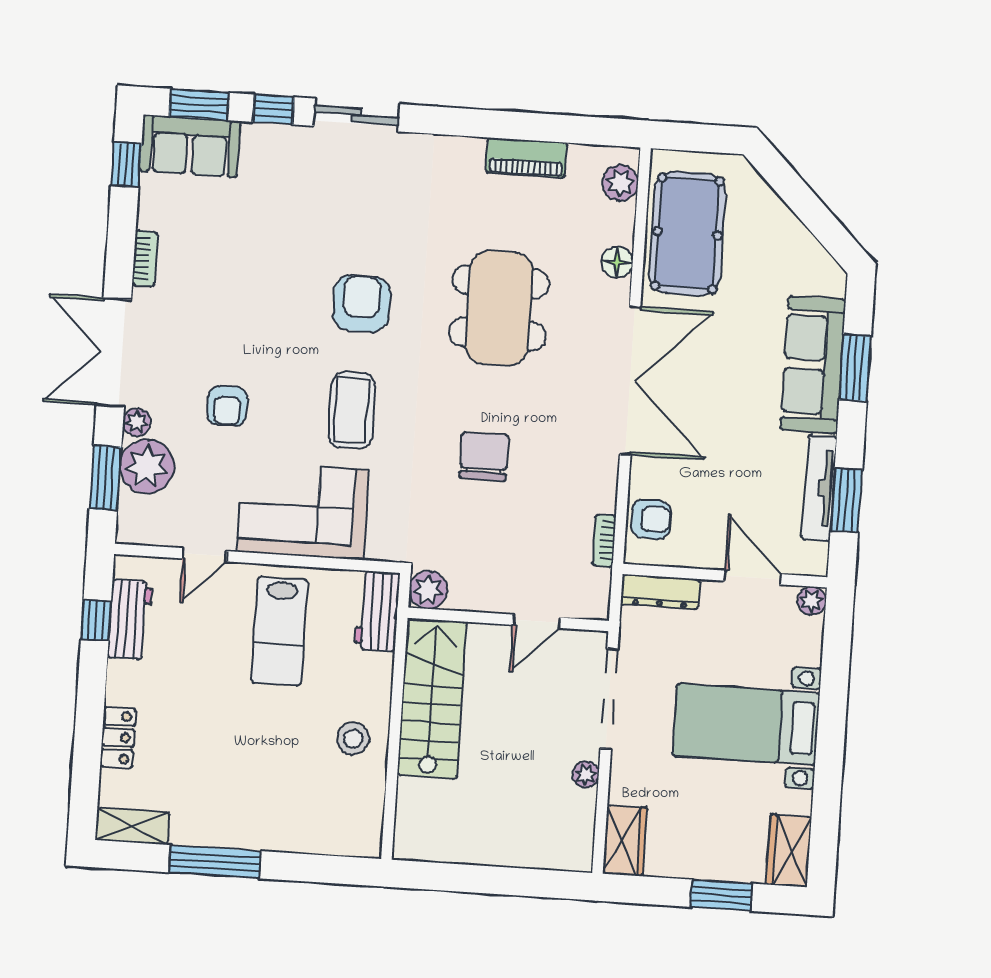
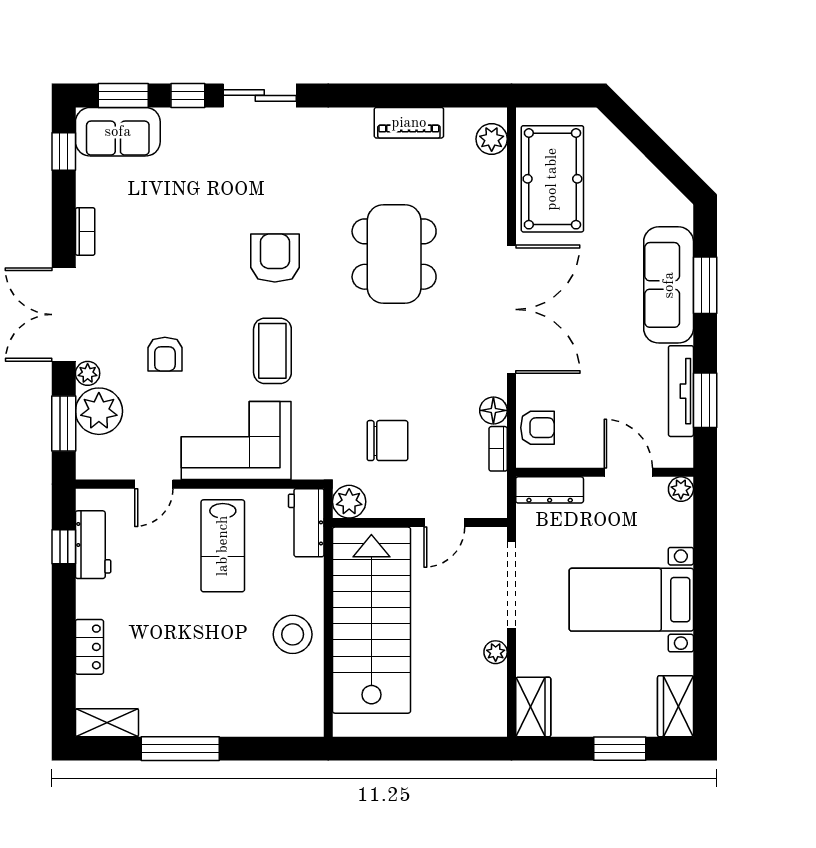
floor lamp: (617, 262) -> (493, 410), moved
chair: (484, 457) -> (387, 441), moved, turned 90
stairs: (432, 699) -> (371, 620), width x1.36, depth x1.51
stool: (353, 739) -> (293, 634), width x1.38, depth x1.38

